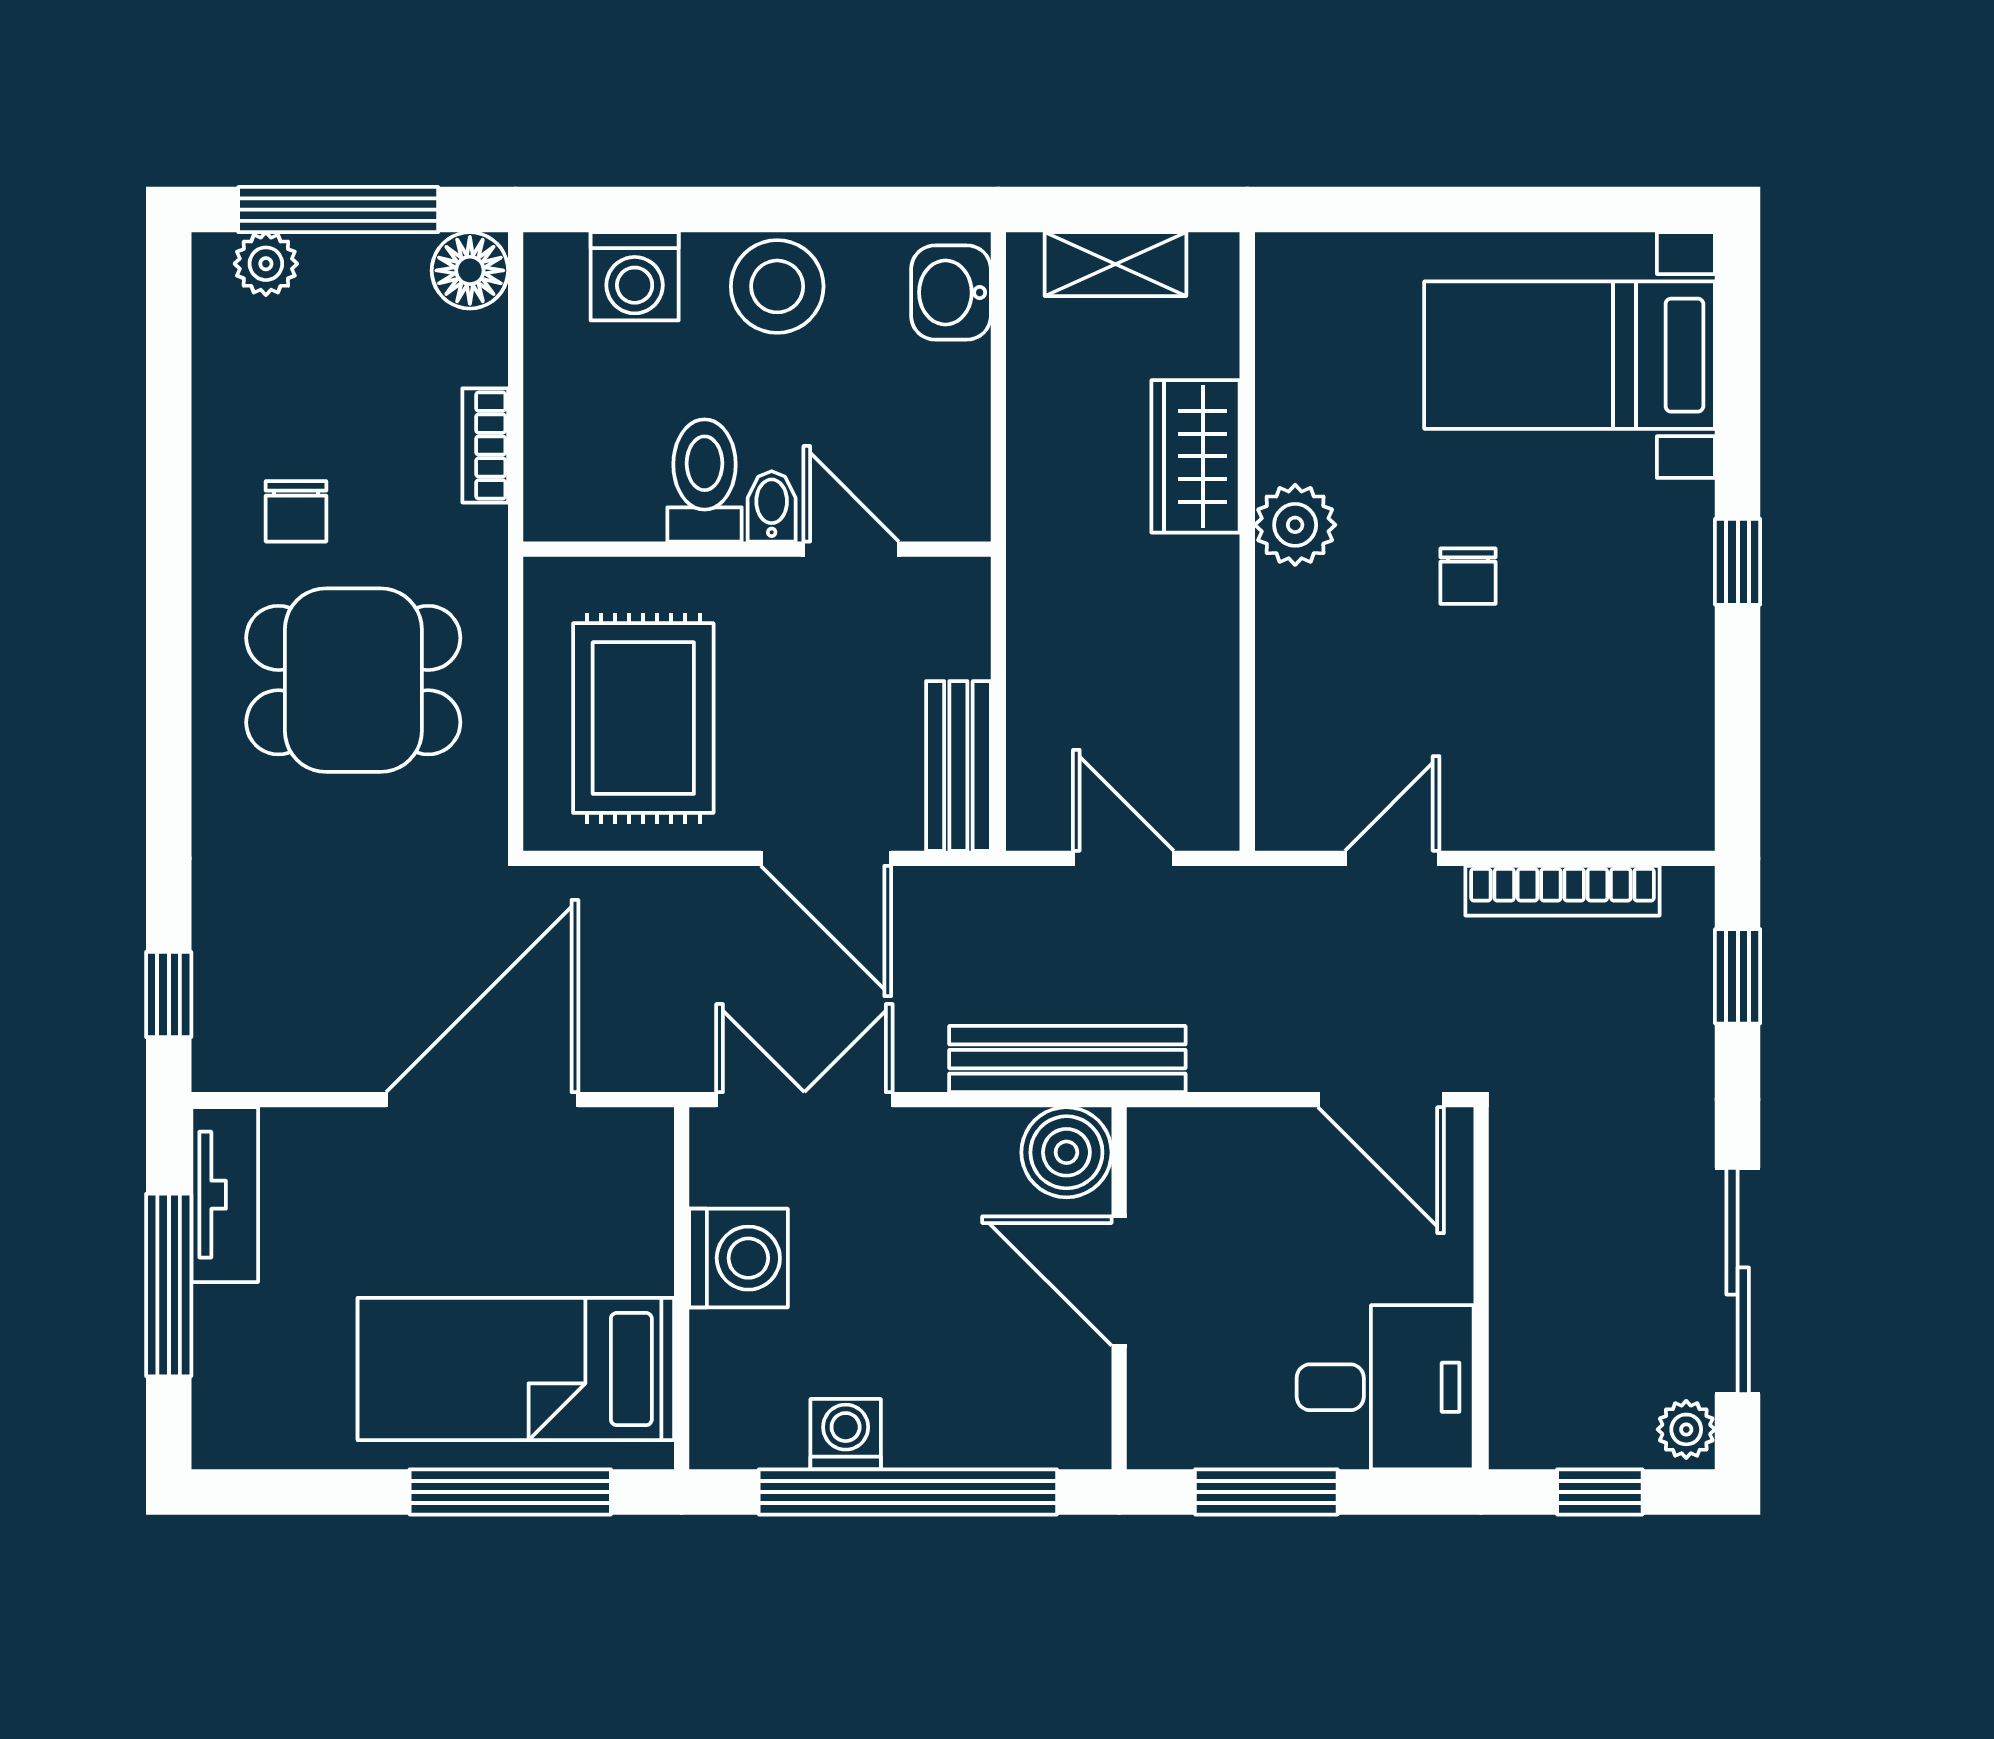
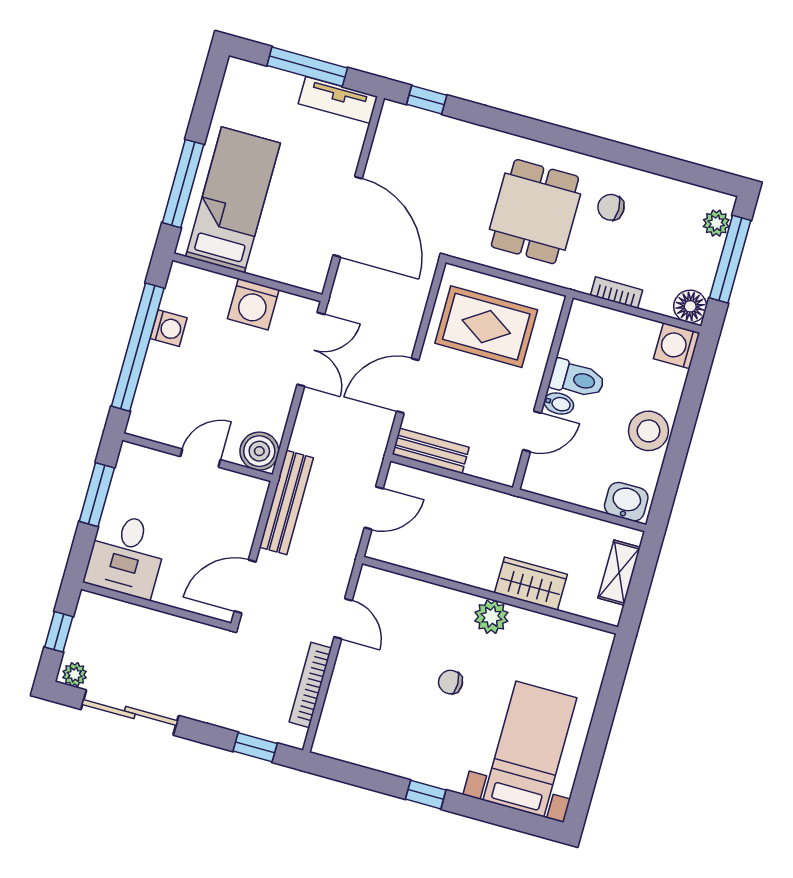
washing machine: (635, 276) -> (677, 346), moved
bench: (1067, 1059) -> (286, 502), moved
door: (1119, 1281) -> (200, 458), width x0.73

